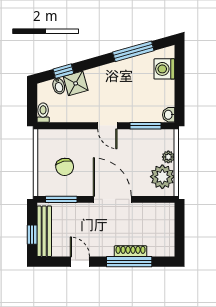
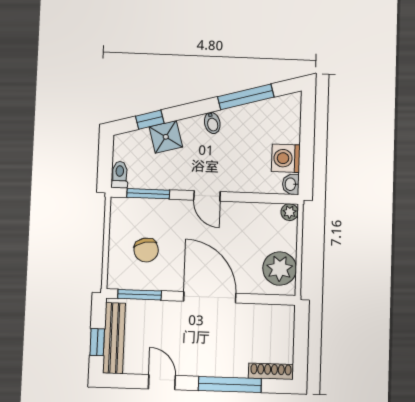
washing machine: (164, 69) -> (286, 158), moved
bidet: (59, 86) -> (212, 123), moved
window: (146, 126) -> (148, 194), moved
plant: (168, 157) -> (290, 212), moved
shoe rack: (131, 251) -> (271, 371), moved

